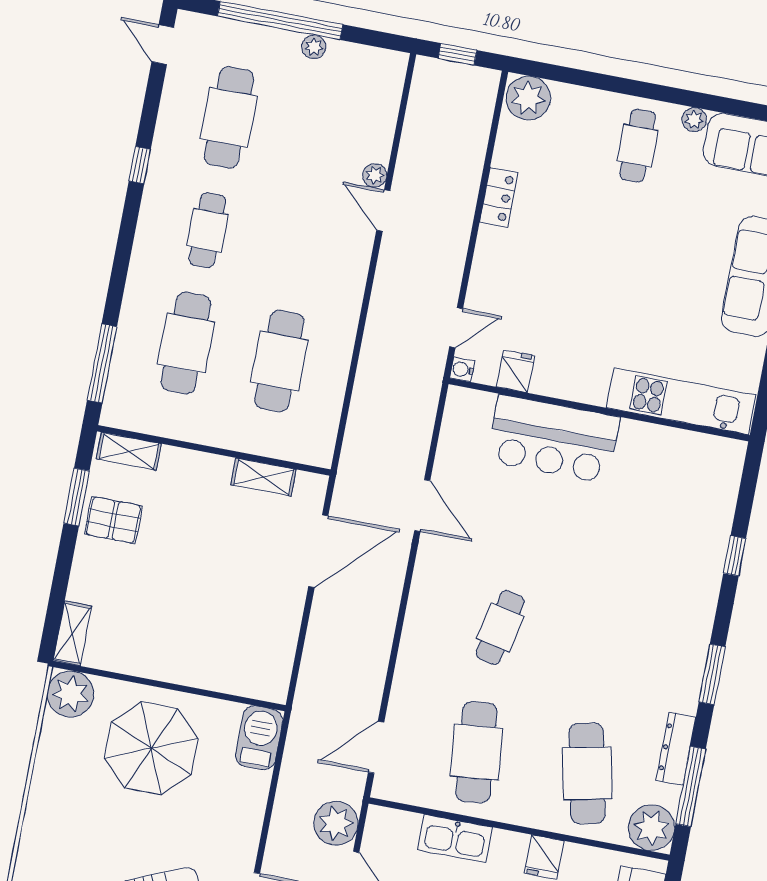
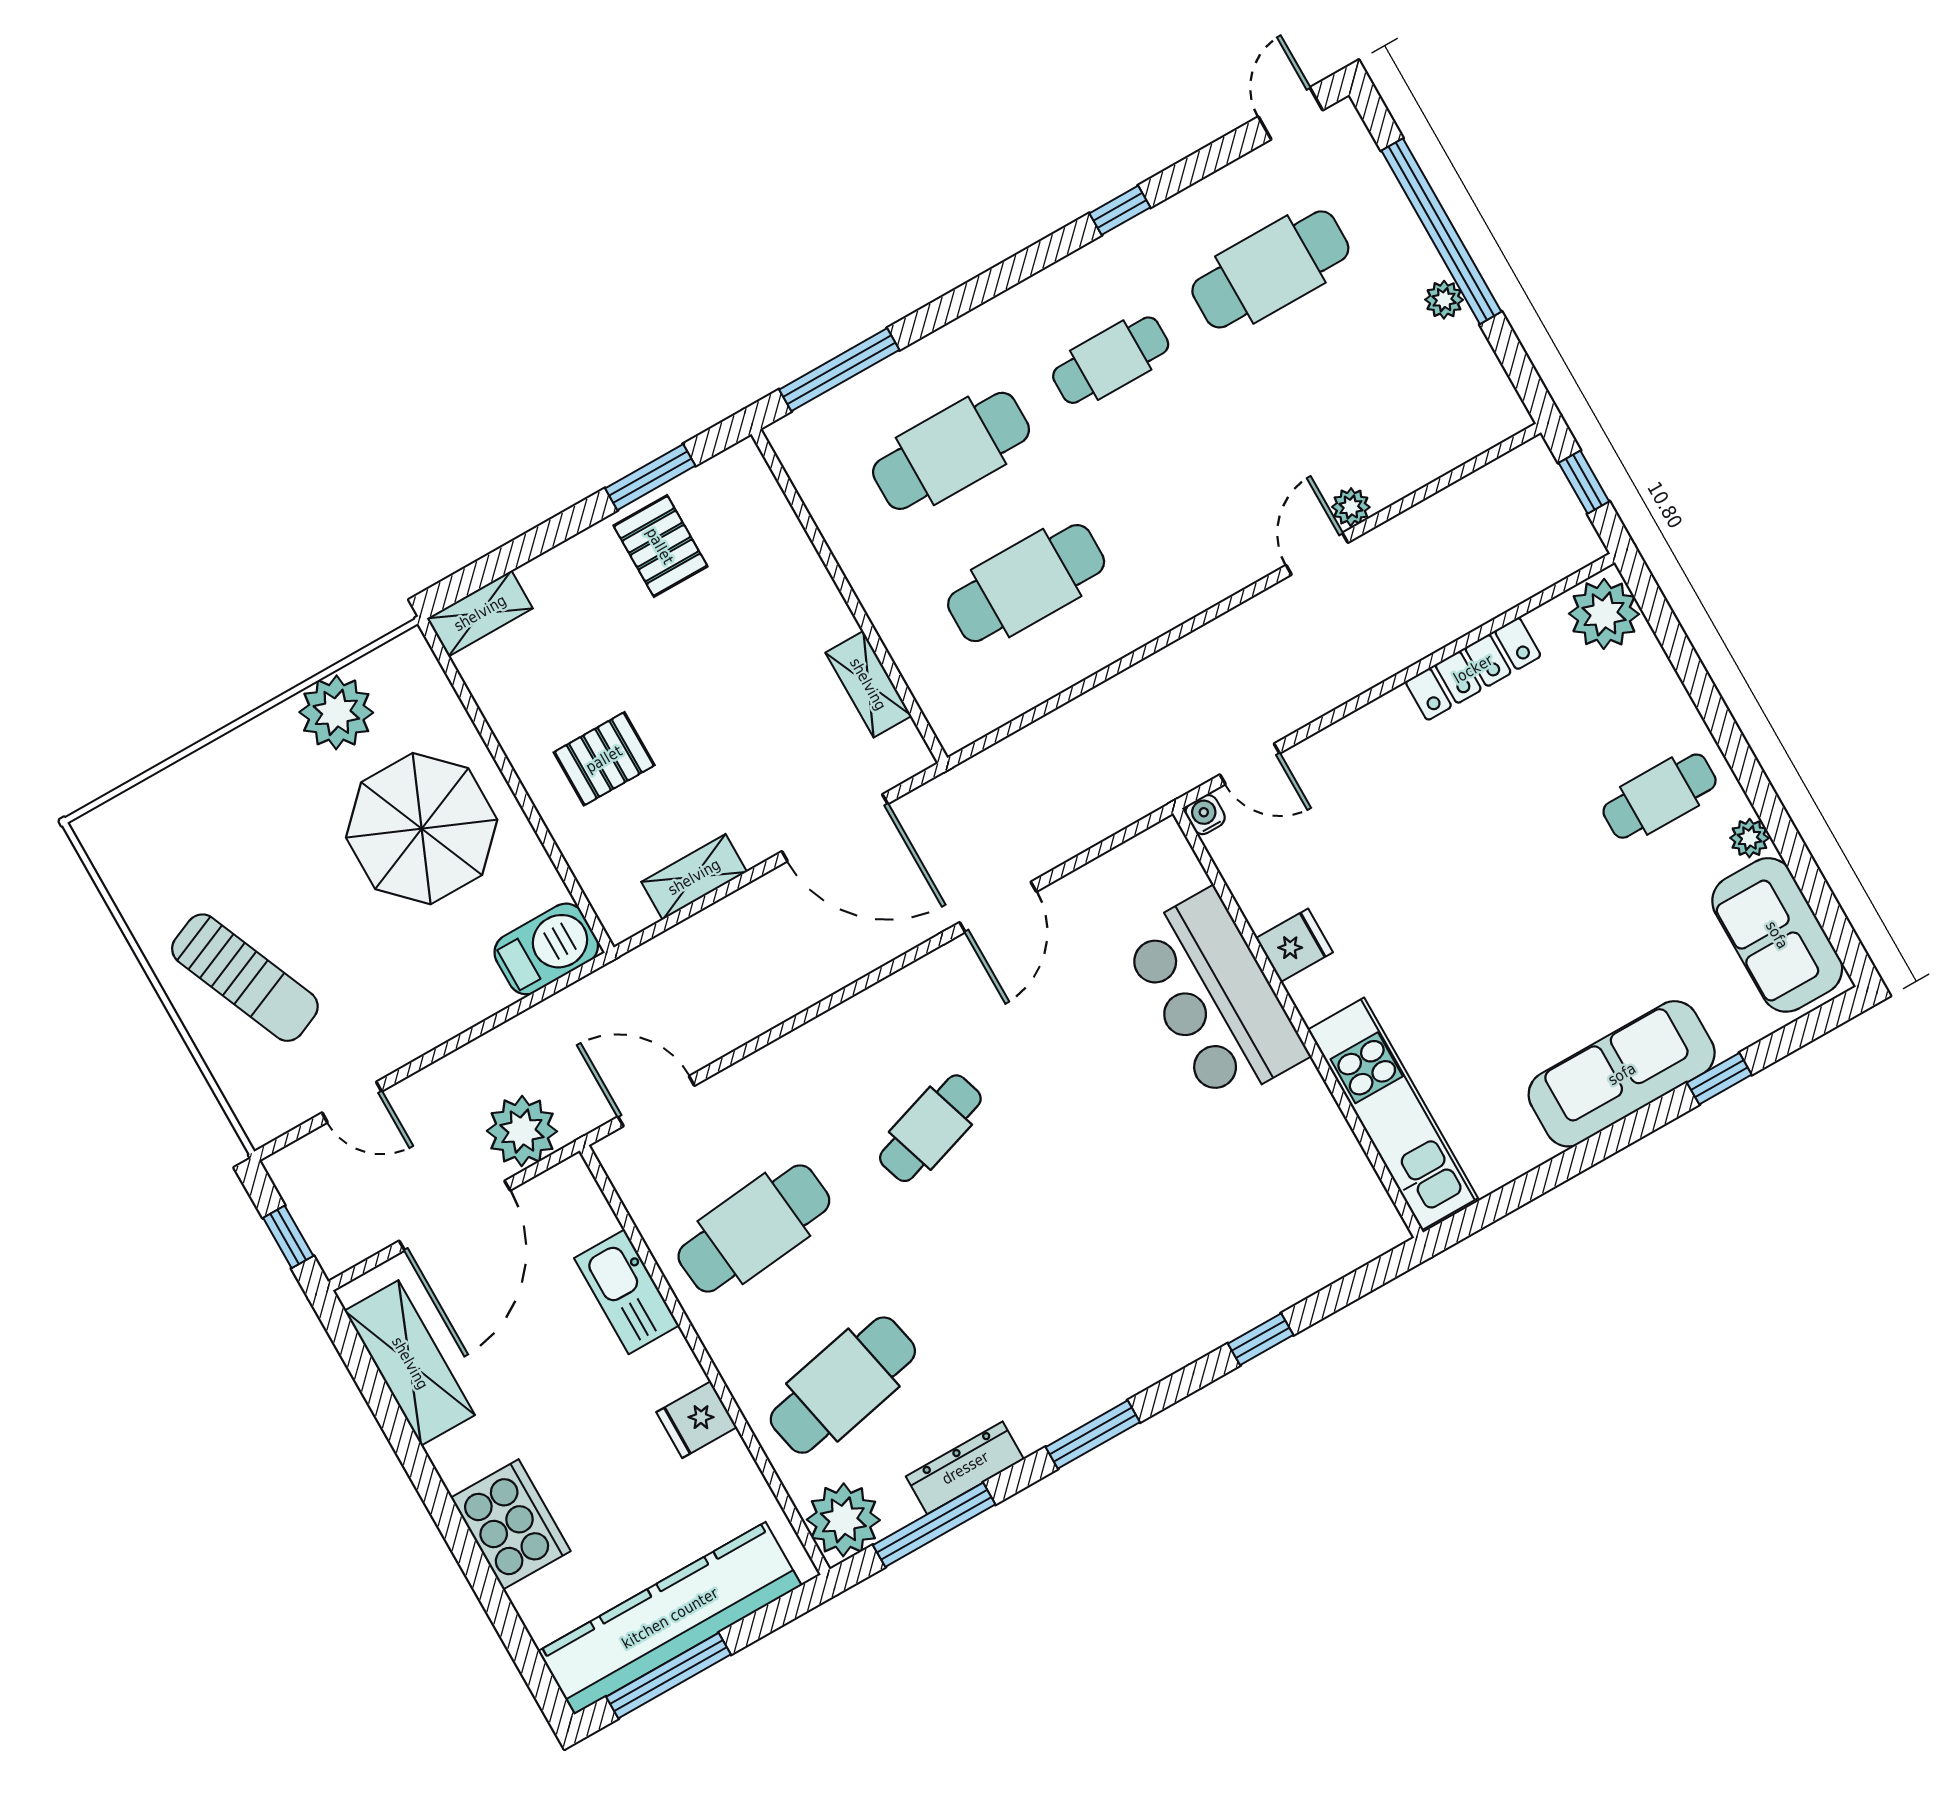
locker: (499, 197) -> (1473, 669), width x1.53
fridge: (515, 371) -> (1294, 945), moved
shelving: (129, 451) -> (694, 877), moved, turned 90
cafe table: (500, 628) -> (930, 1128), turned -30
pallet: (192, 633) -> (604, 759), added
plant: (70, 694) -> (336, 712), moved

